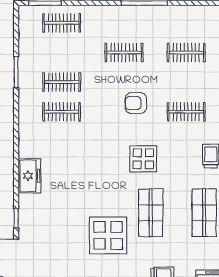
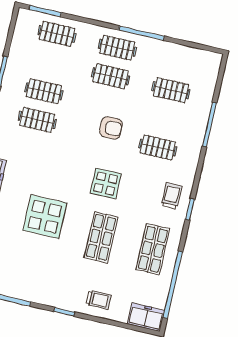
clothes rail: (124, 23) -> (117, 48), added
armchair: (136, 103) -> (111, 128), turned 180
display table: (108, 235) -> (45, 217), moved

